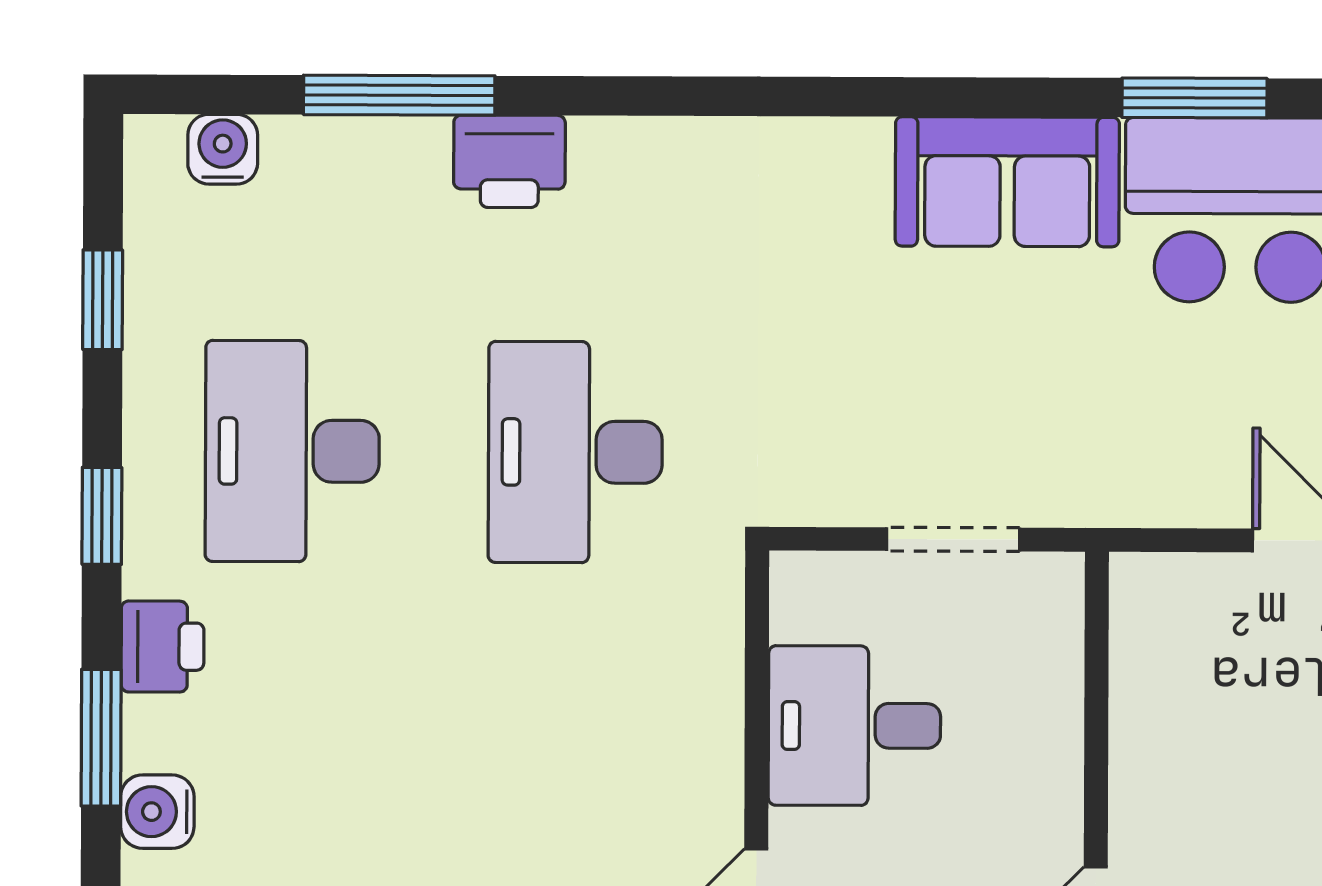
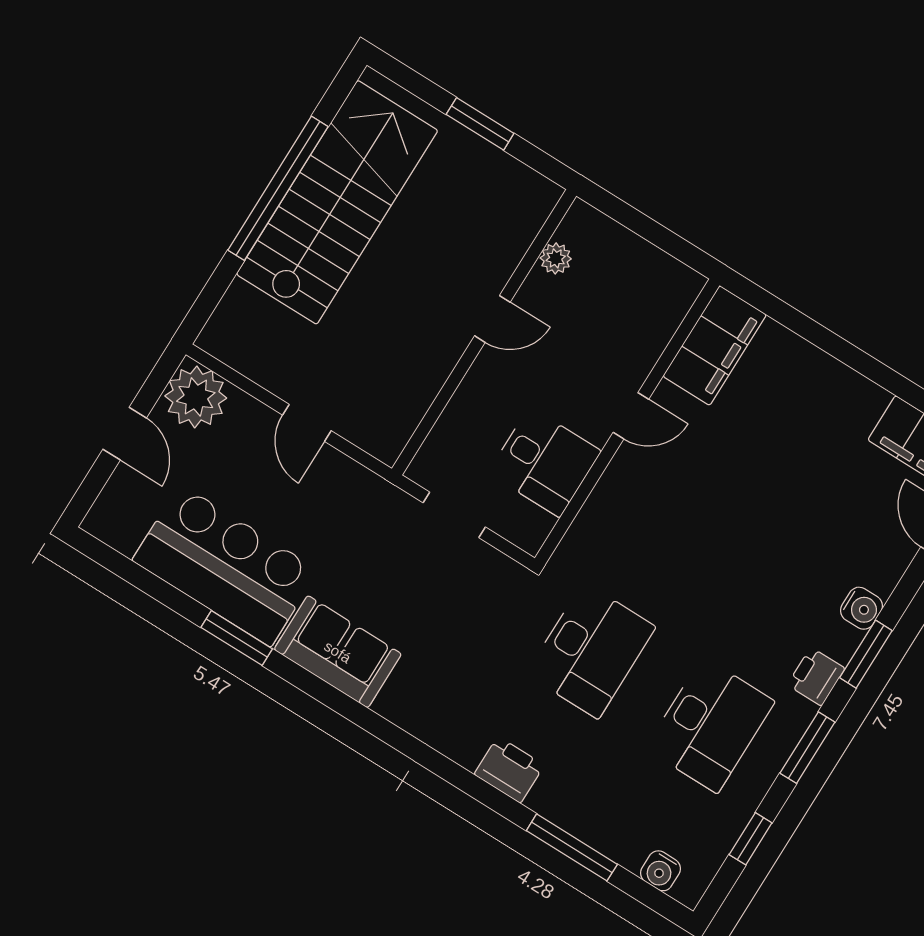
printer: (509, 161) -> (509, 770), moved
window: (102, 516) -> (807, 748), width x1.50

